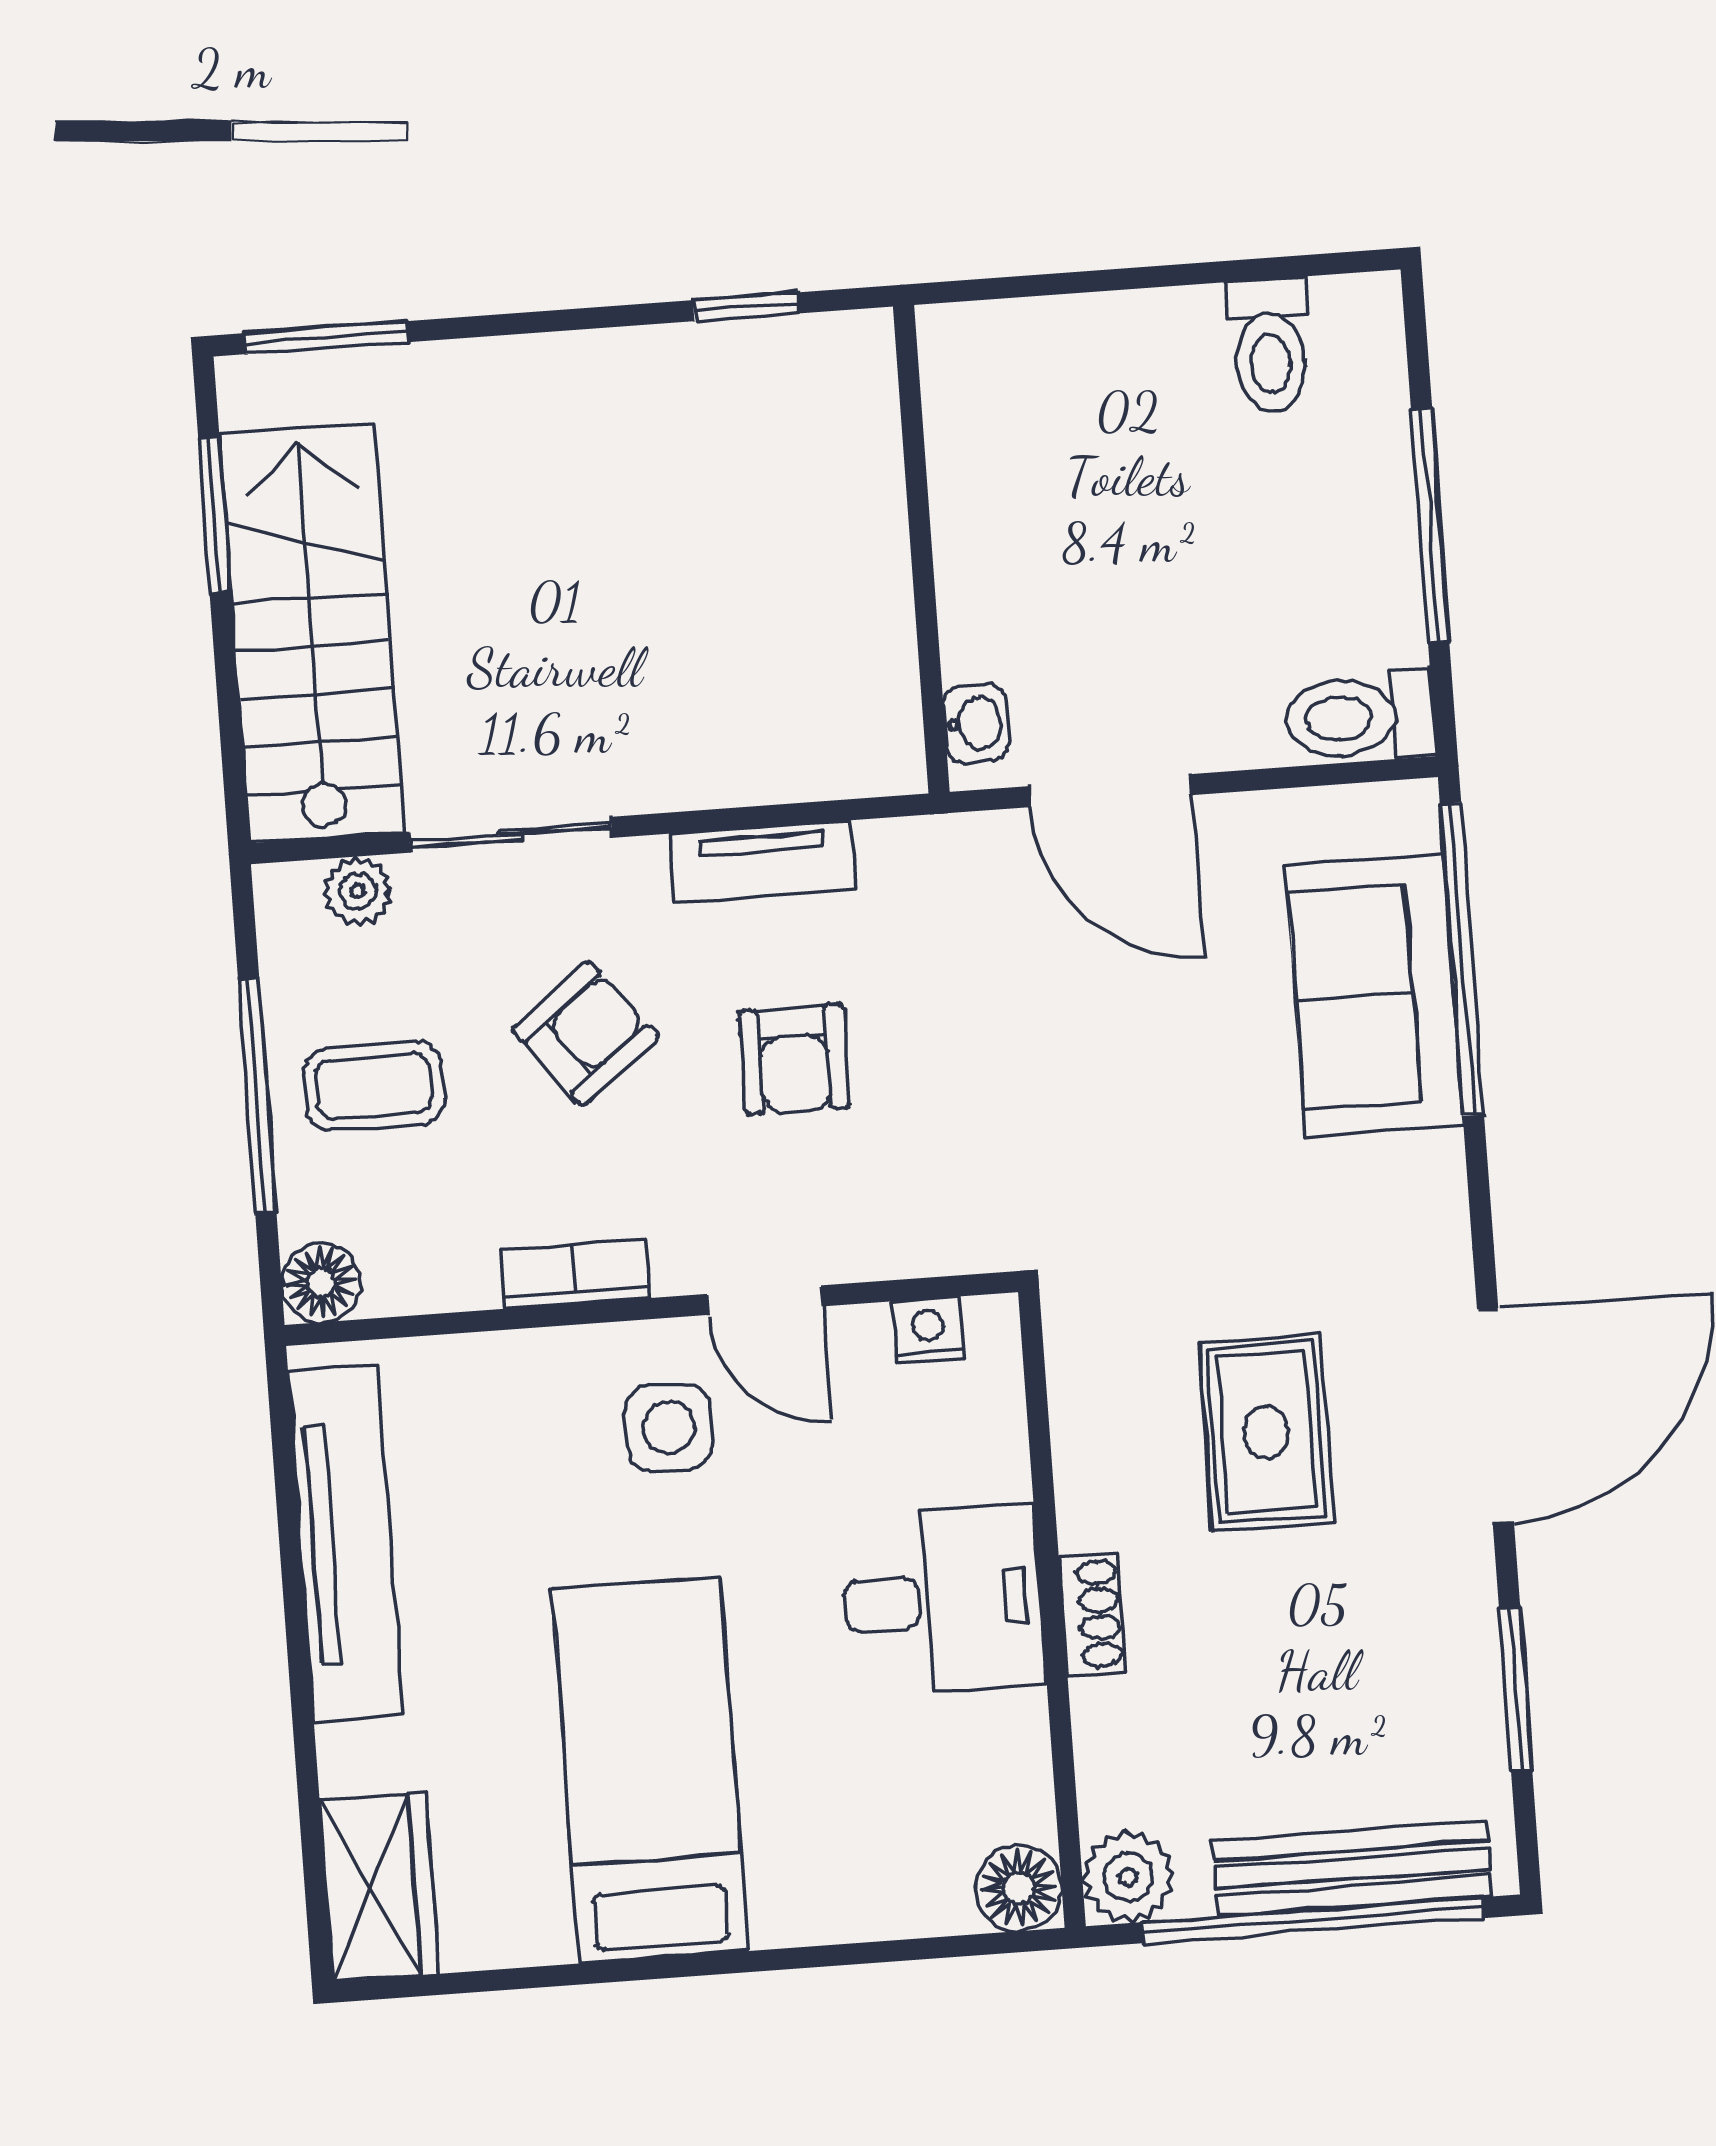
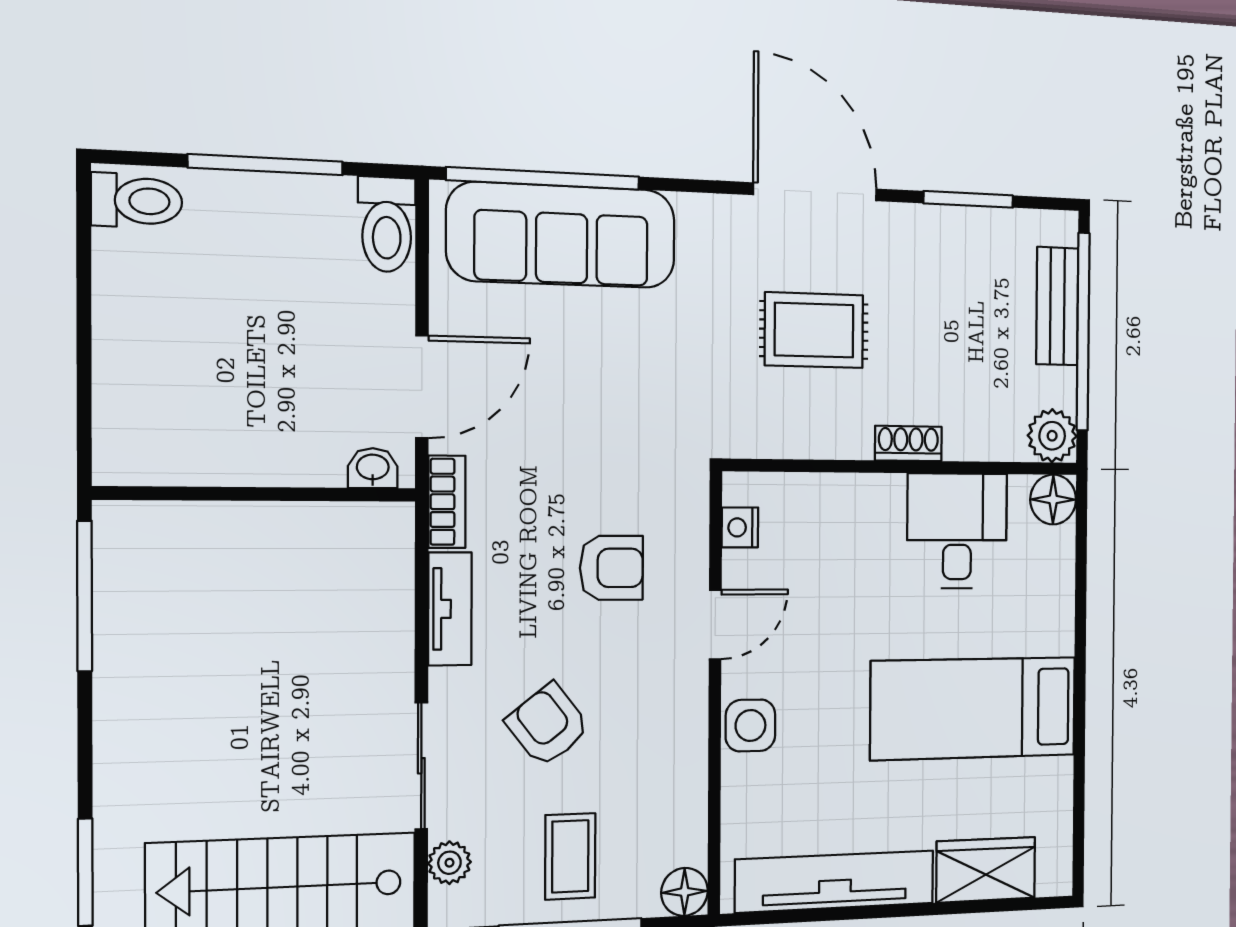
window: (746, 307) -> (85, 596), width x2.17
toilet: (1270, 346) -> (137, 201), moved
sofa: (1375, 995) -> (562, 235), width x1.36
armchair: (794, 1059) -> (611, 568), moved
bookcase: (575, 1274) -> (447, 502), moved, turned 180
side table: (669, 1428) -> (750, 725), moved
desk: (943, 1601) -> (957, 531), moved
bench: (1352, 1868) -> (1057, 306), width x0.73
wardrobe: (379, 1887) -> (986, 870), moved

